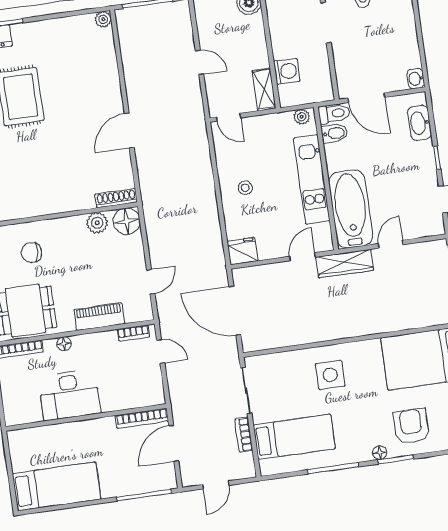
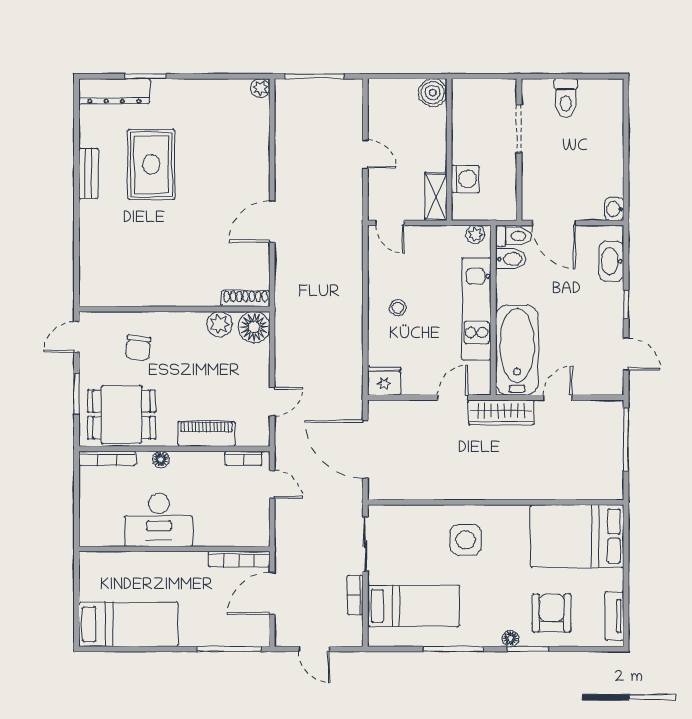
chair: (31, 253) -> (138, 348), turned -87
door: (216, 485) -> (314, 649), hinge flipped

